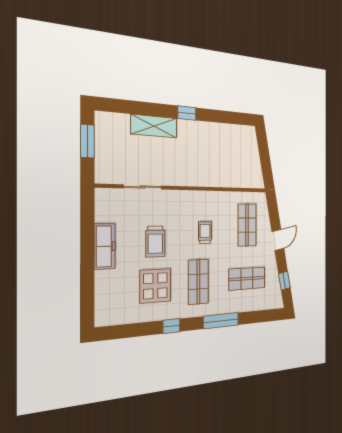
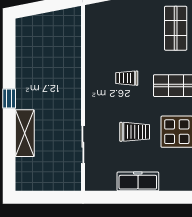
window: (87, 141) -> (43, 197), removed
shop shelf: (247, 225) -> (120, 28), removed

